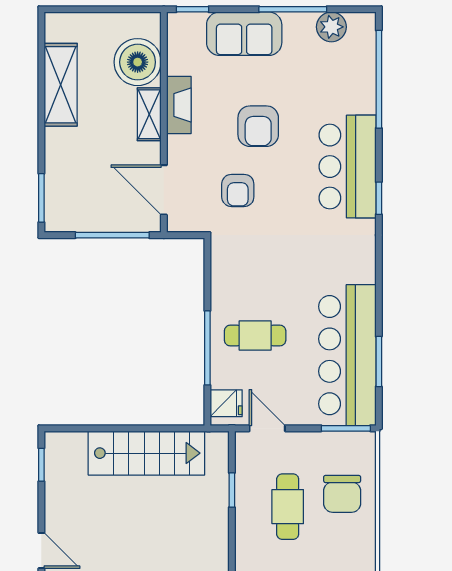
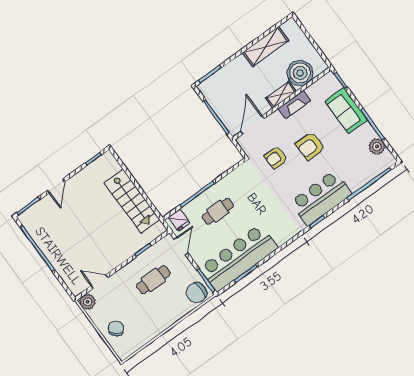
cafe table: (255, 336) -> (218, 211), turned 90
chair: (342, 494) -> (196, 293), moved

